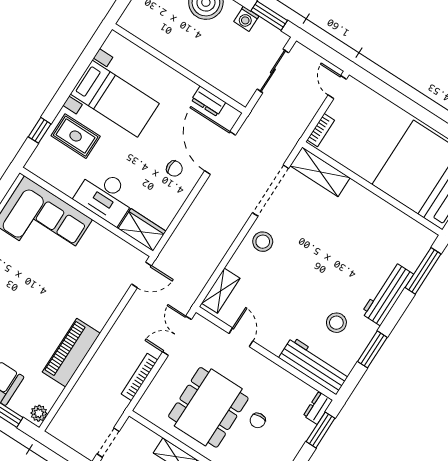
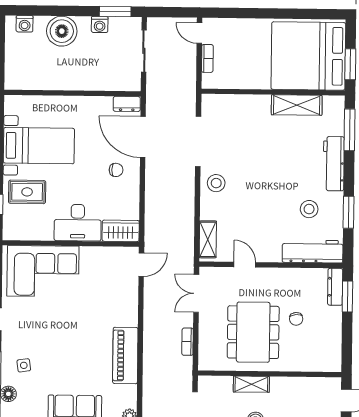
dresser: (208, 101) -> (127, 104), moved
bookcase: (321, 130) -> (207, 58), moved
shelving: (320, 172) -> (297, 105), moved
bookcase: (140, 377) -> (188, 342), width x0.64
dresser: (318, 408) -> (335, 287), width x1.44

